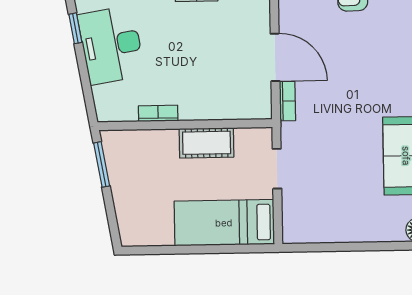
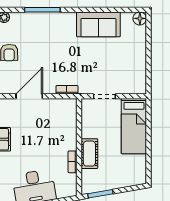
door: (275, 57) -> (29, 96), moved
cot: (207, 143) -> (89, 154), moved

